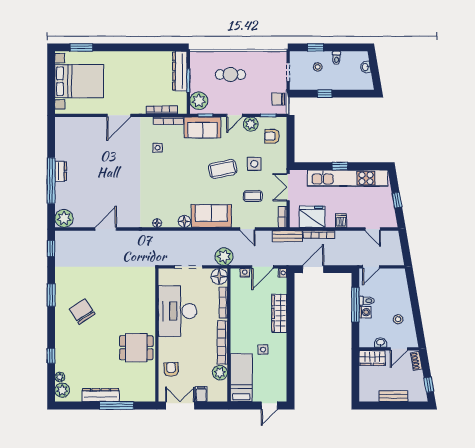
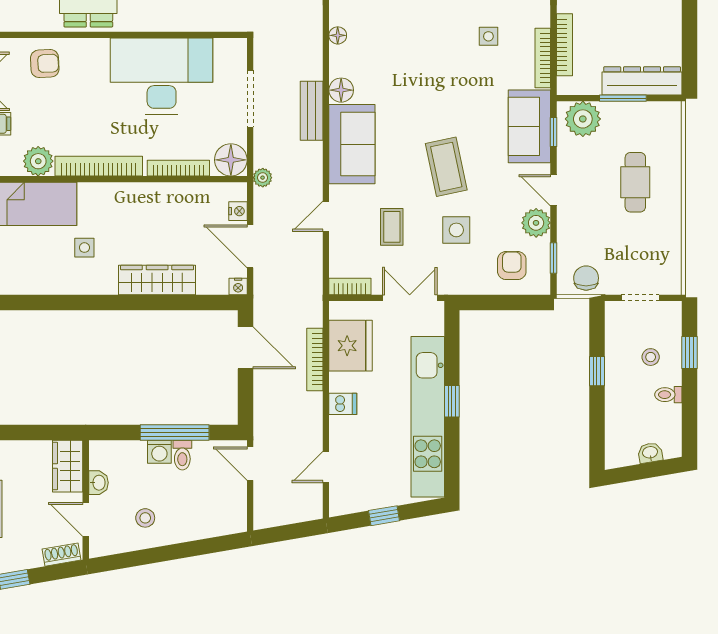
bench: (287, 236) -> (312, 111), moved
plant: (224, 257) -> (263, 178), width x0.53, depth x0.53

